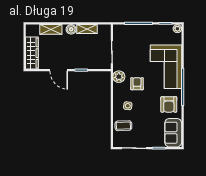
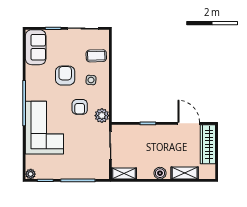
shelving: (87, 29) -> (124, 173), moved
door: (59, 70) -> (189, 123), moved
armchair: (169, 104) -> (65, 76), moved

